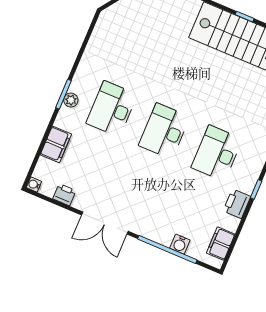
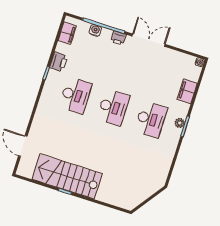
printer: (64, 195) -> (118, 38), moved

